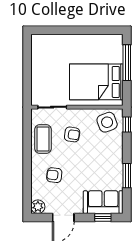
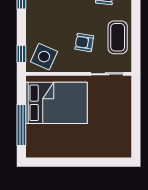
side table: (107, 122) -> (44, 57), turned 45

